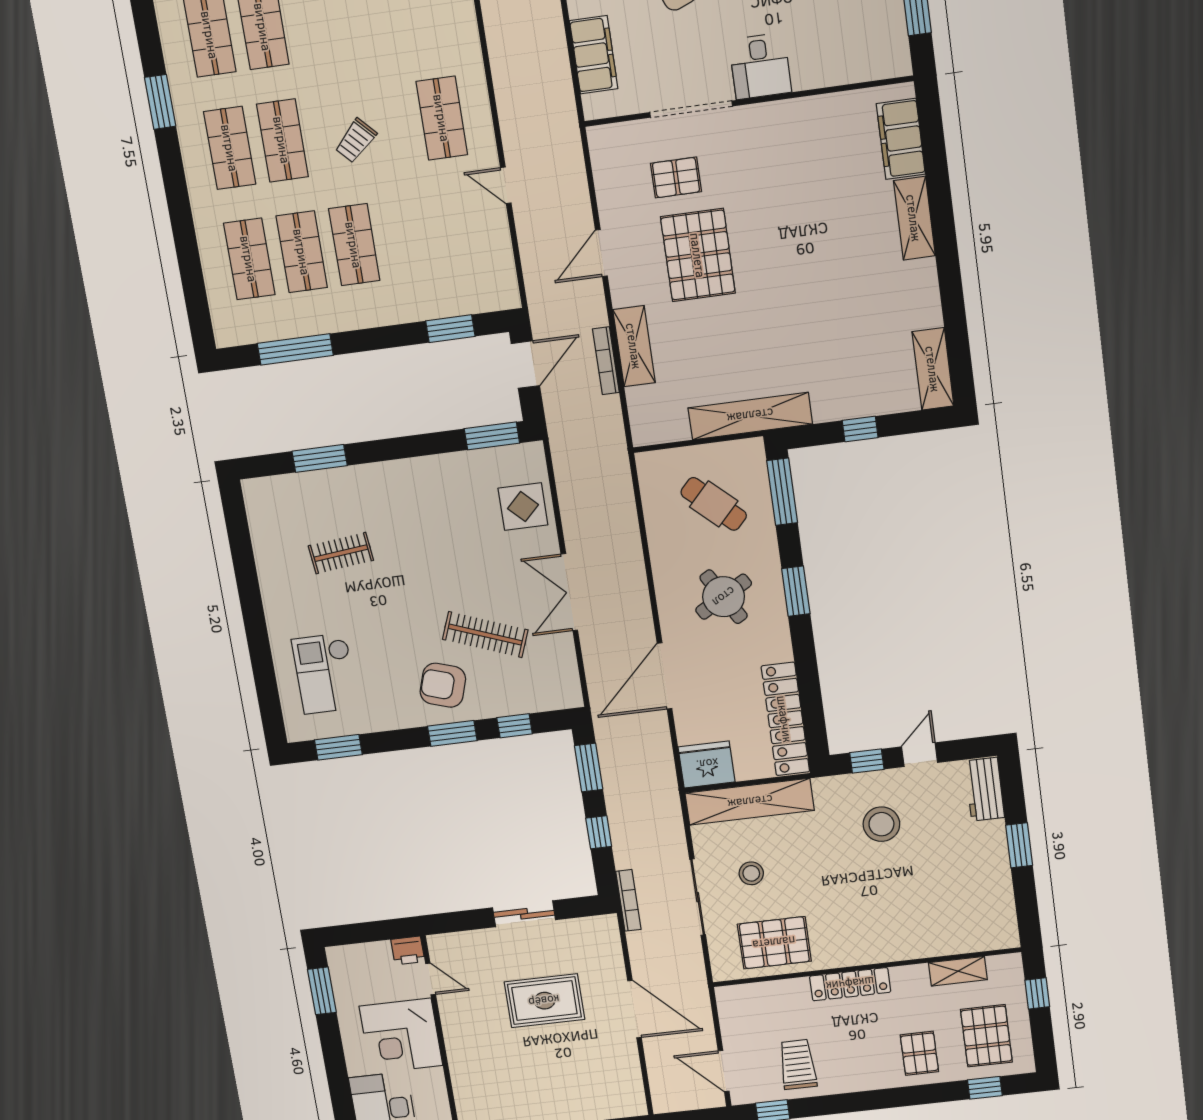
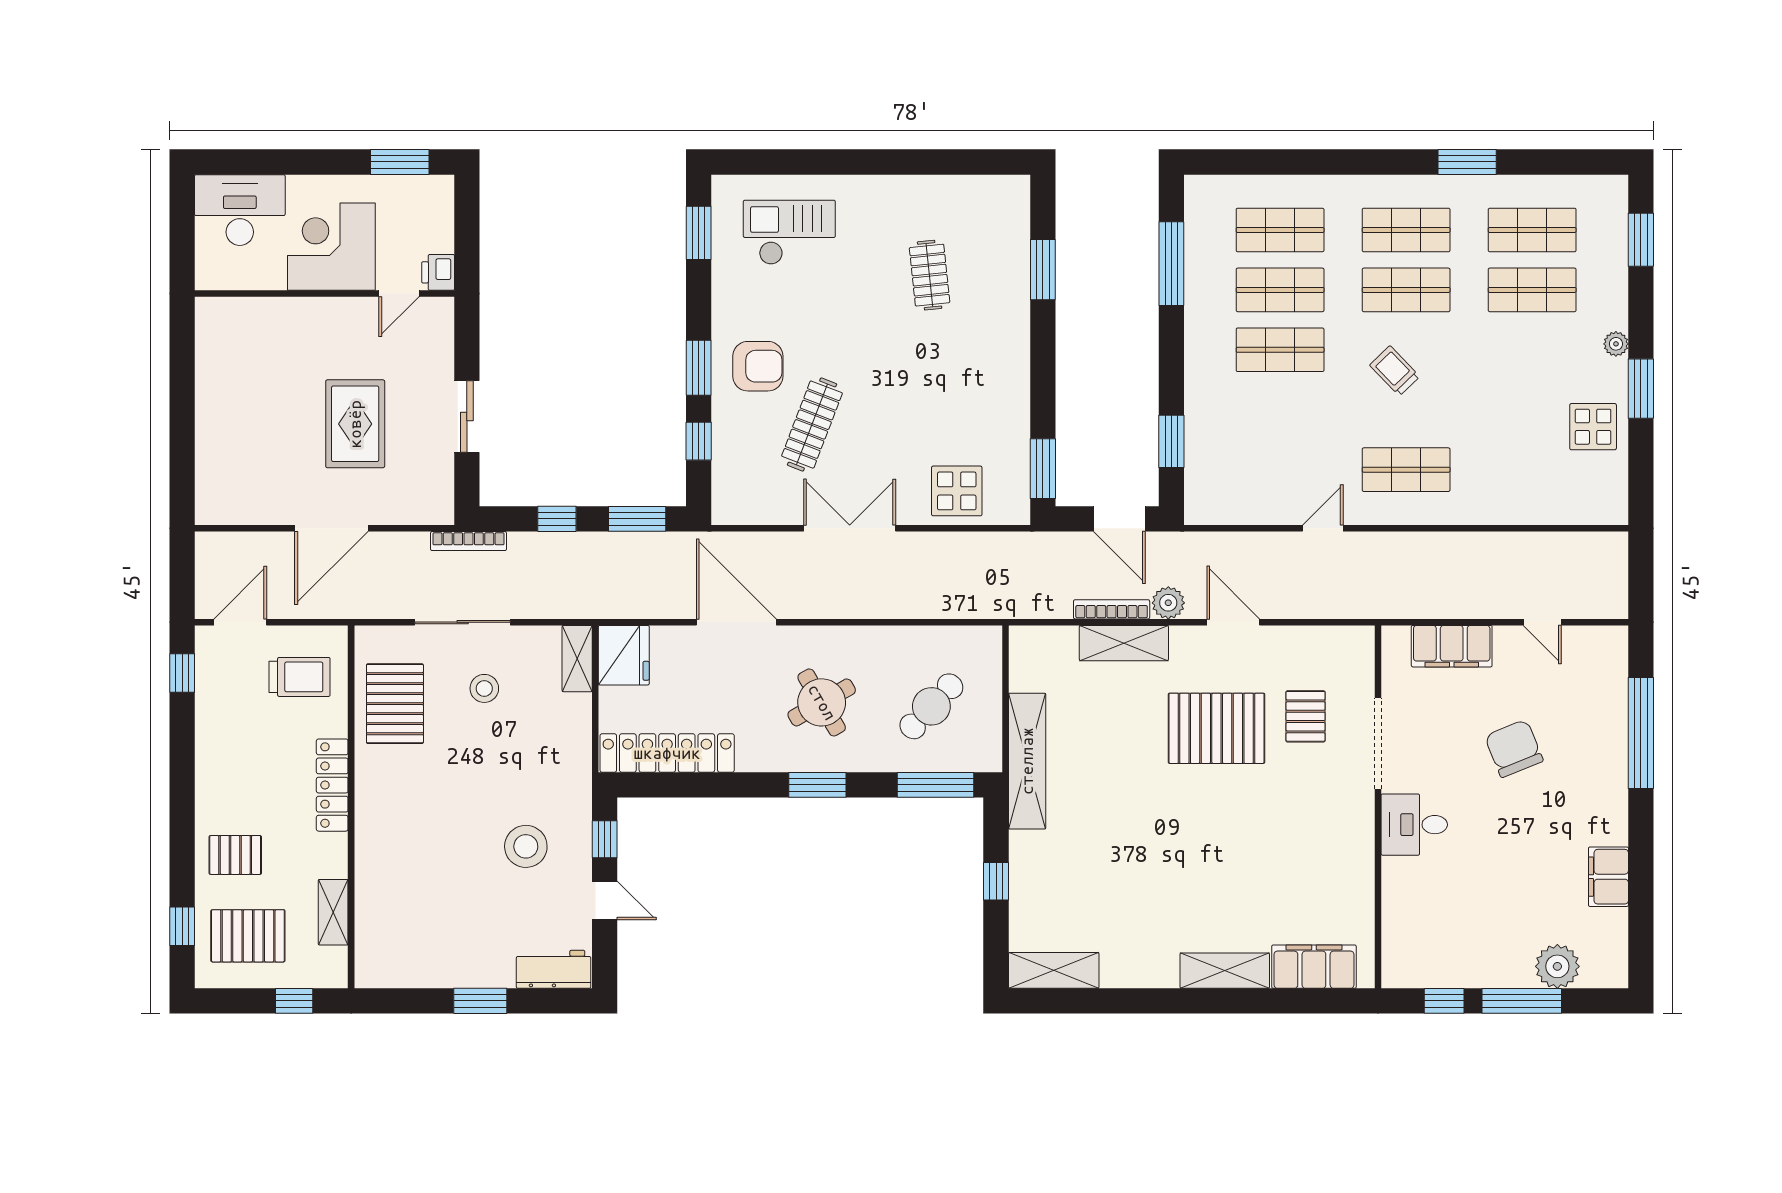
plant: (593, 312) -> (1168, 603), added
armchair: (443, 685) -> (758, 366), turned 72
shelving: (750, 802) -> (577, 659), width x0.45, depth x0.75
trolley: (798, 1064) -> (300, 677), moved

